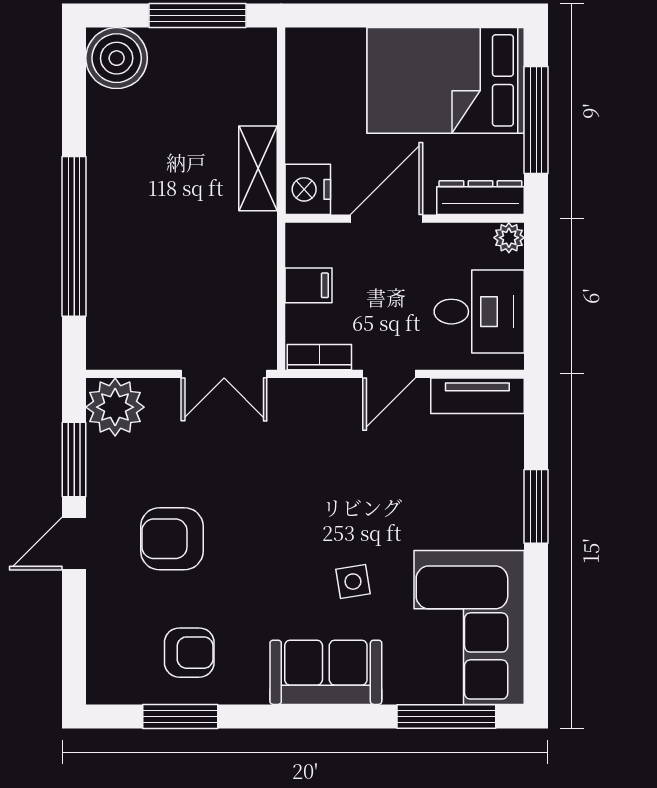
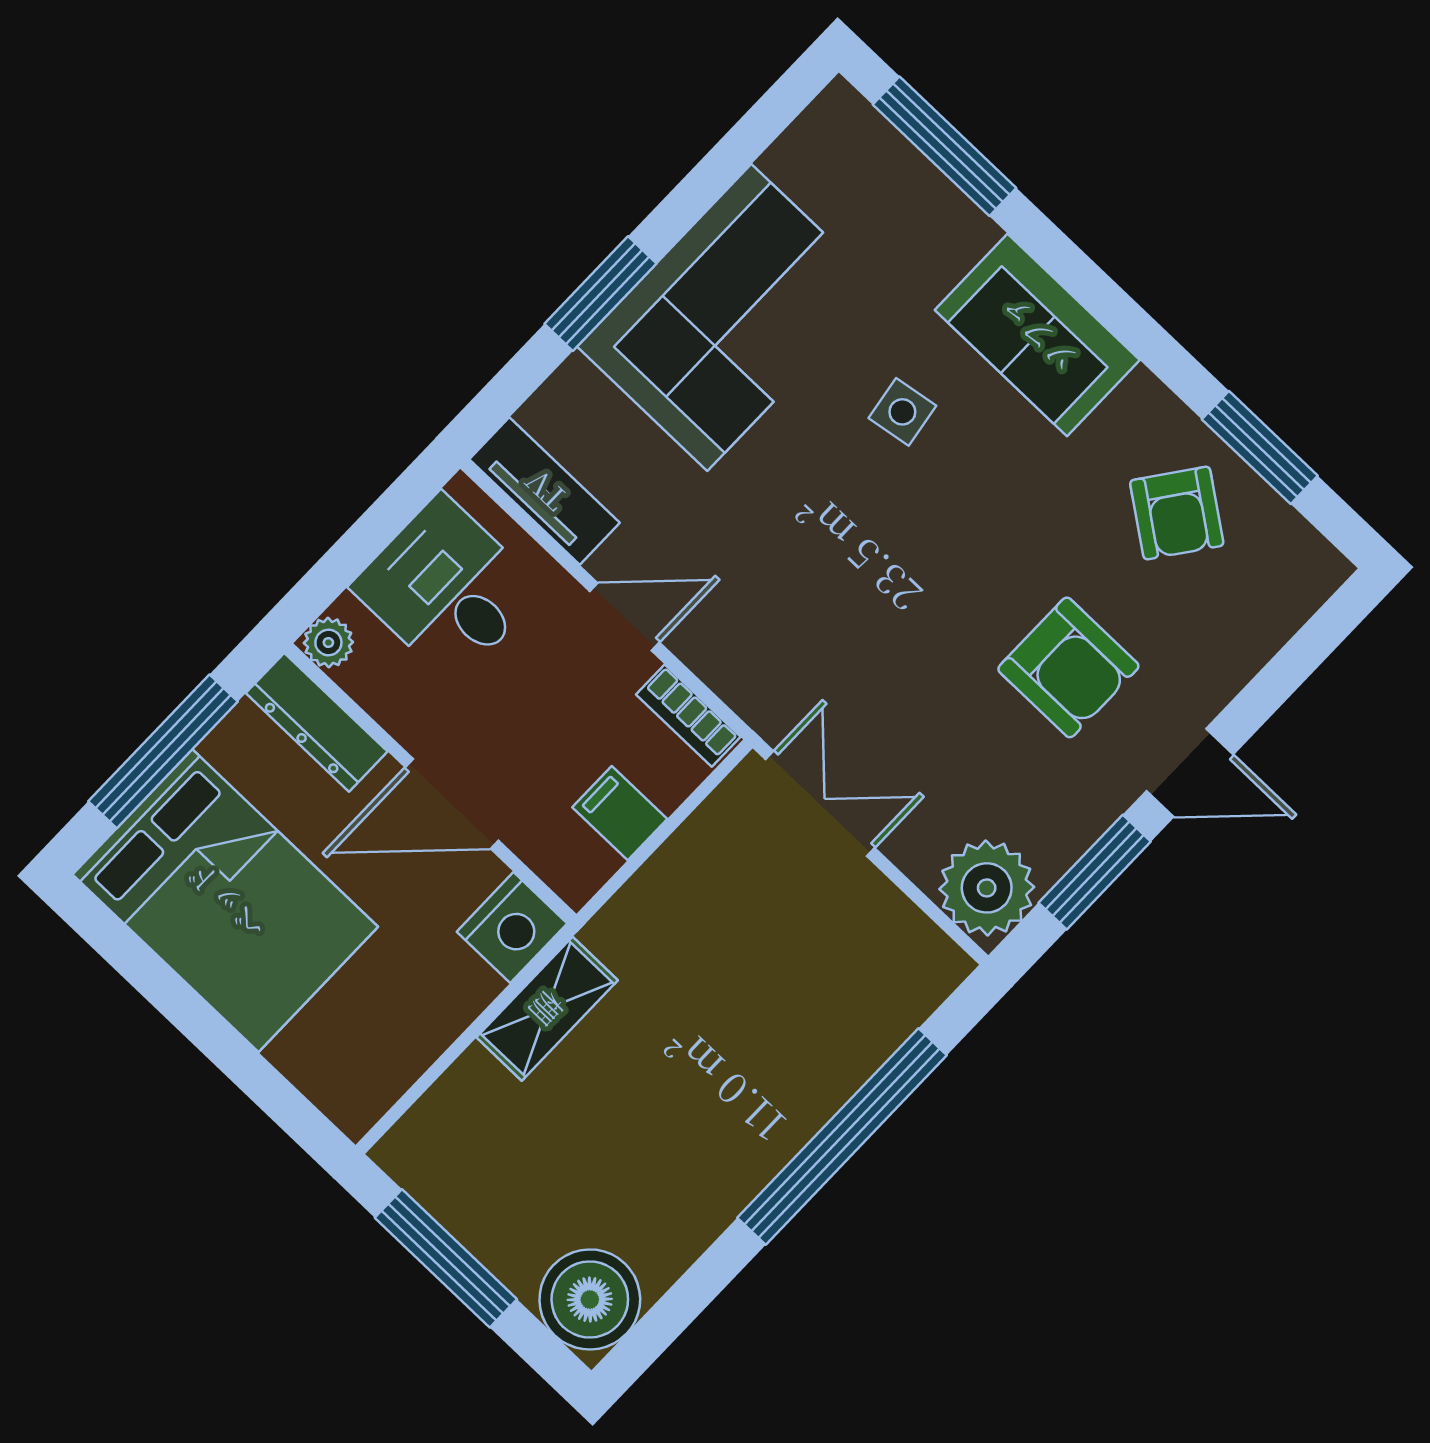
corner sofa: (469, 627) -> (729, 318), moved
armchair: (189, 653) -> (1177, 513), turned -144

